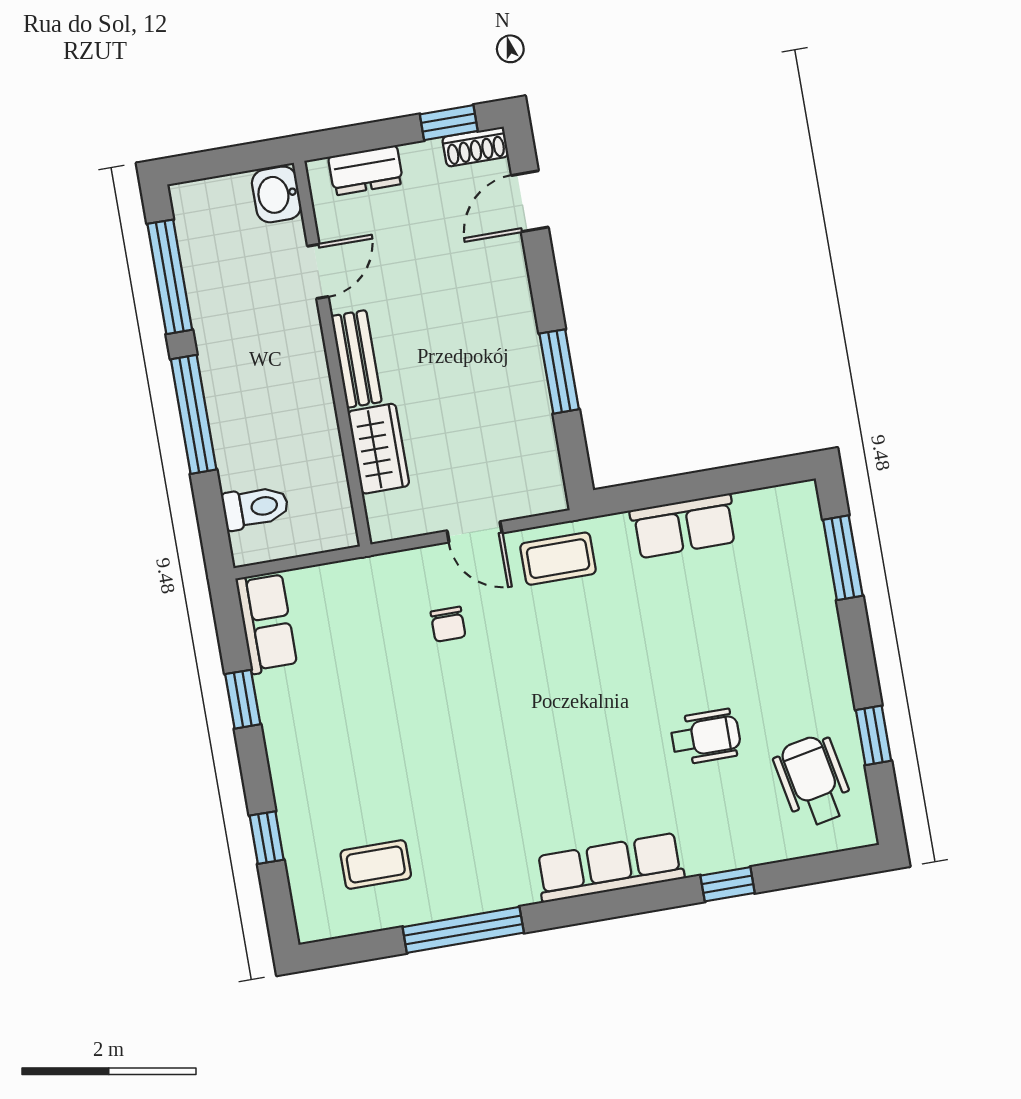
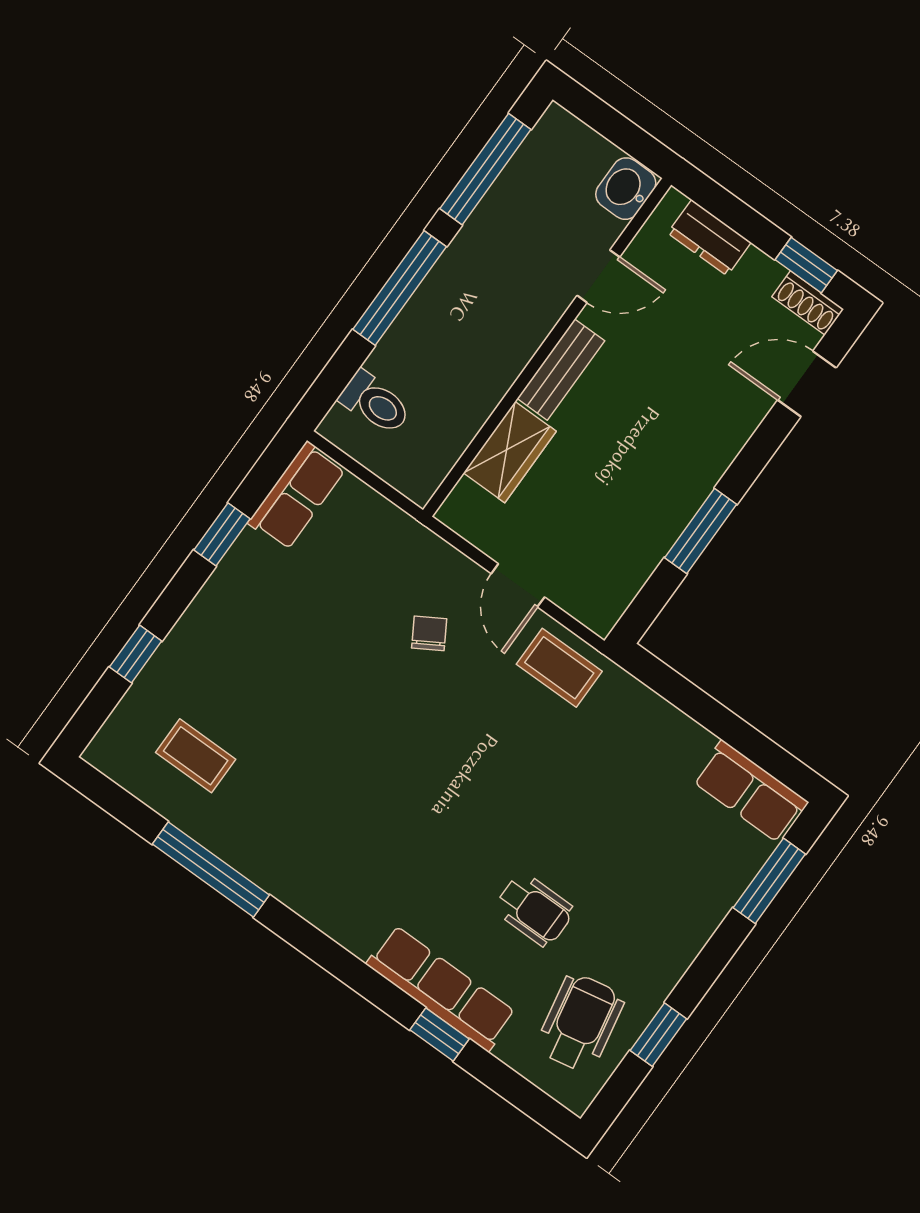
row of seats: (684, 526) -> (750, 792), moved
chair: (448, 624) -> (429, 633), turned 149
row of seats: (610, 868) -> (441, 988), moved

